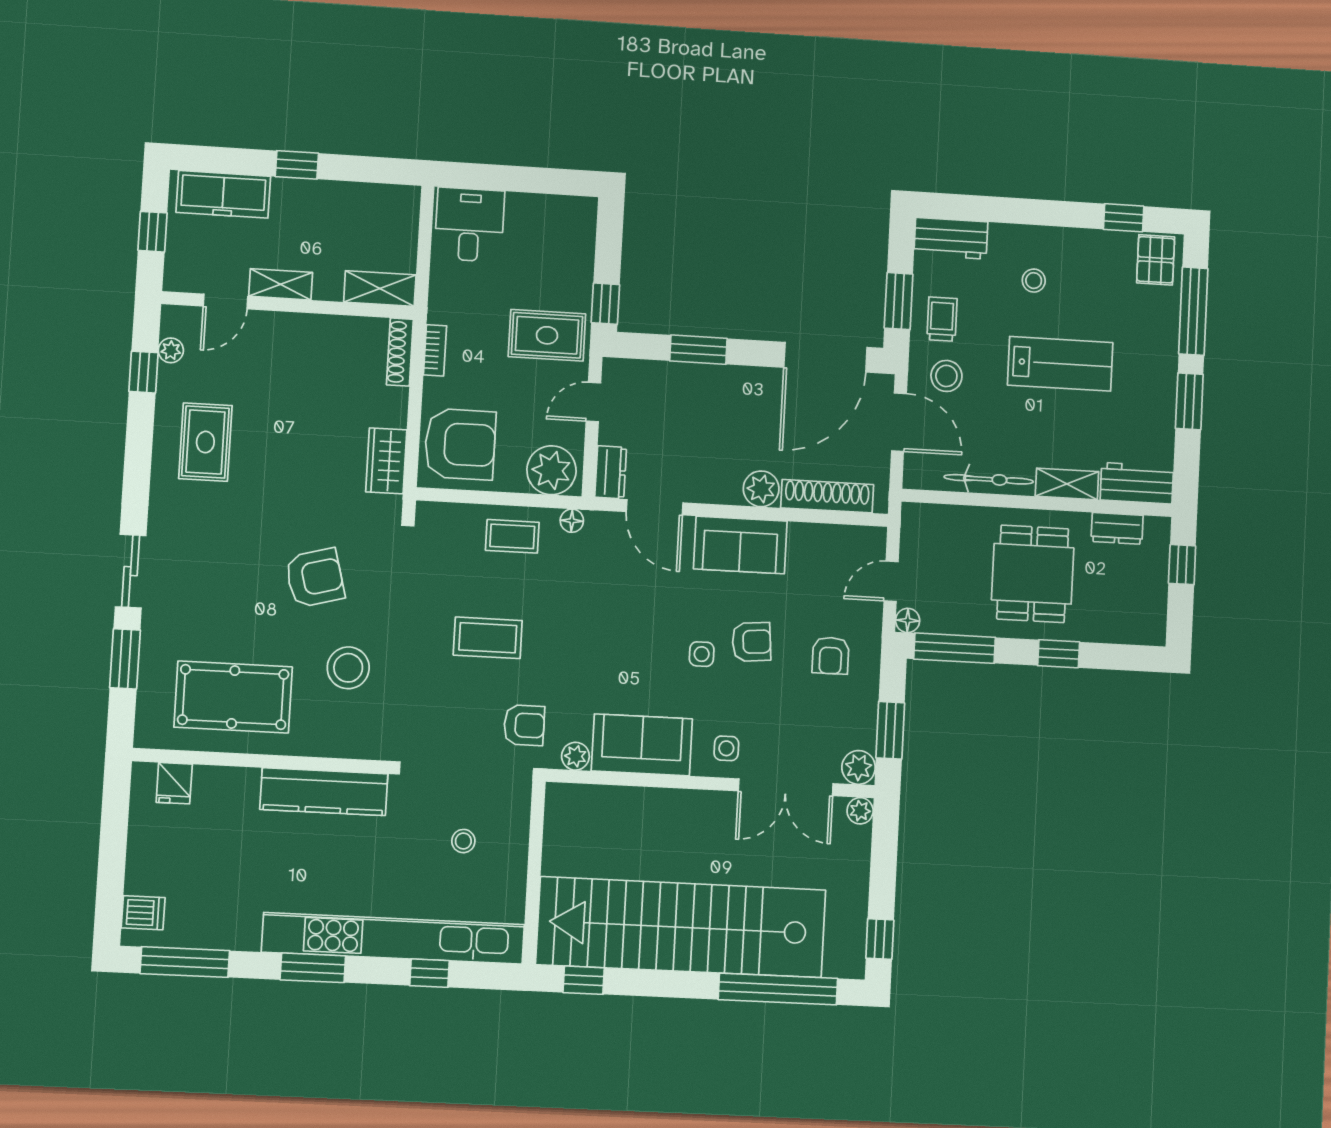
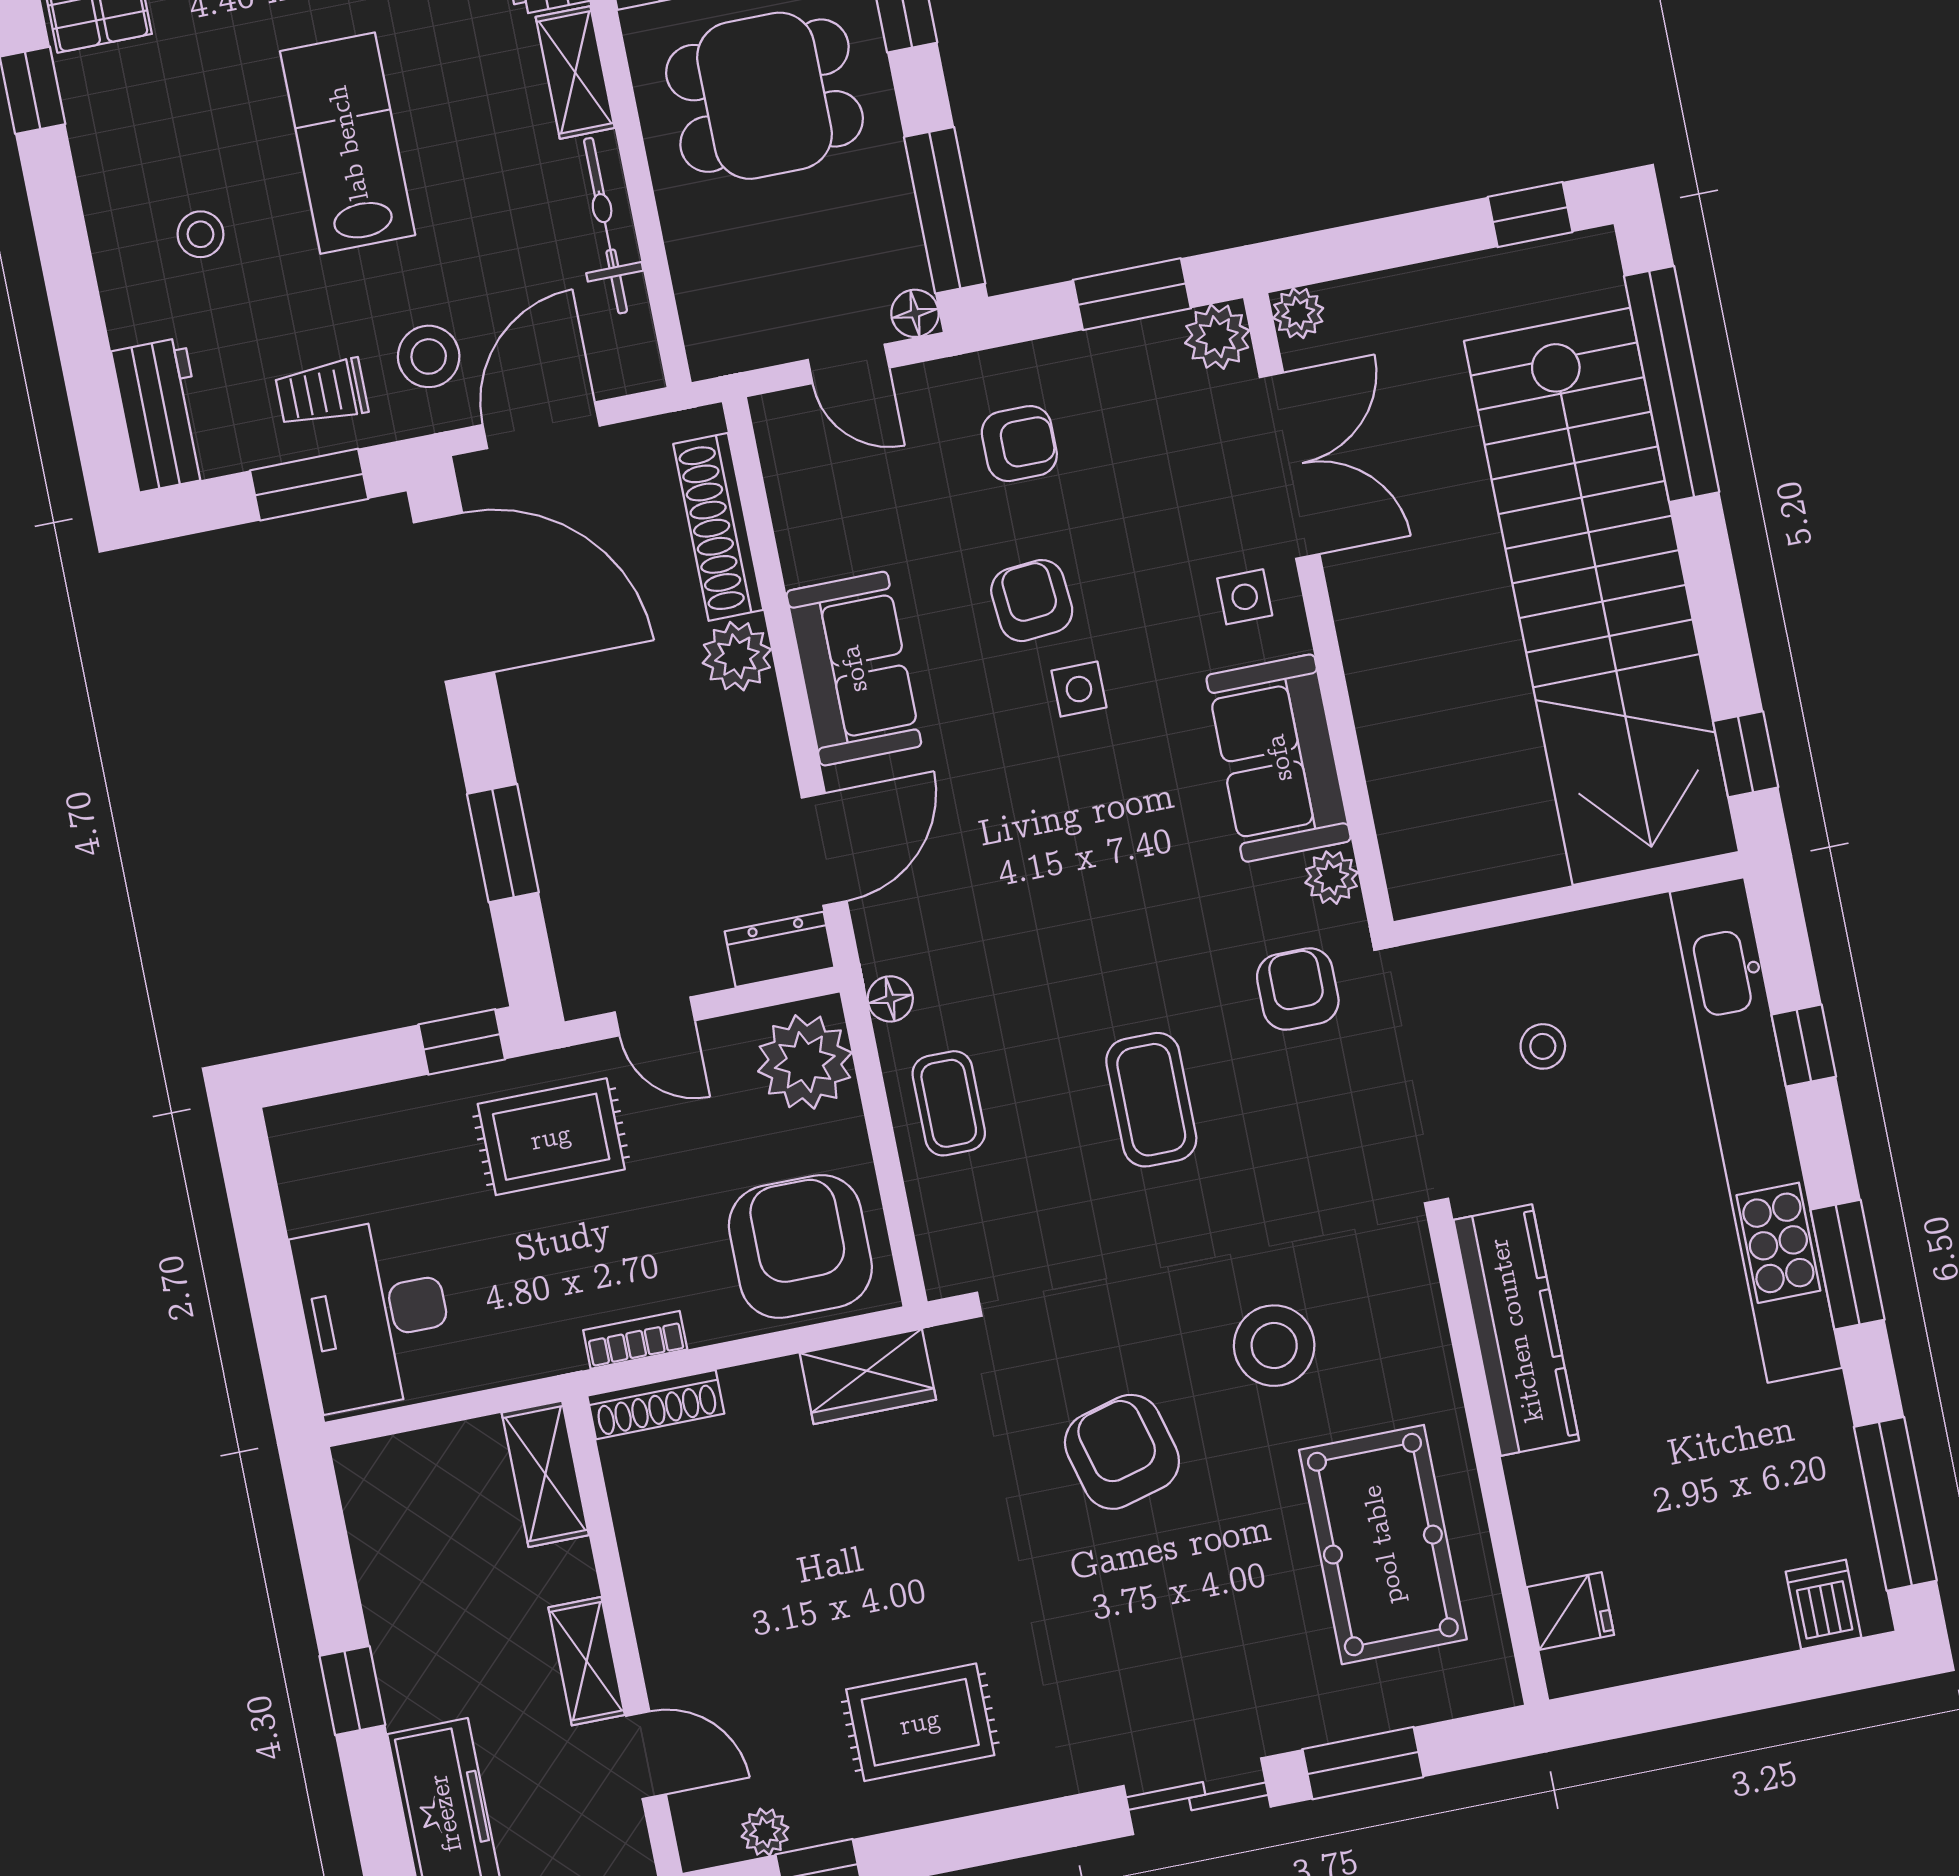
desk: (469, 225) -> (375, 1314), width x1.37
rug: (547, 335) -> (551, 1137), turned 90

